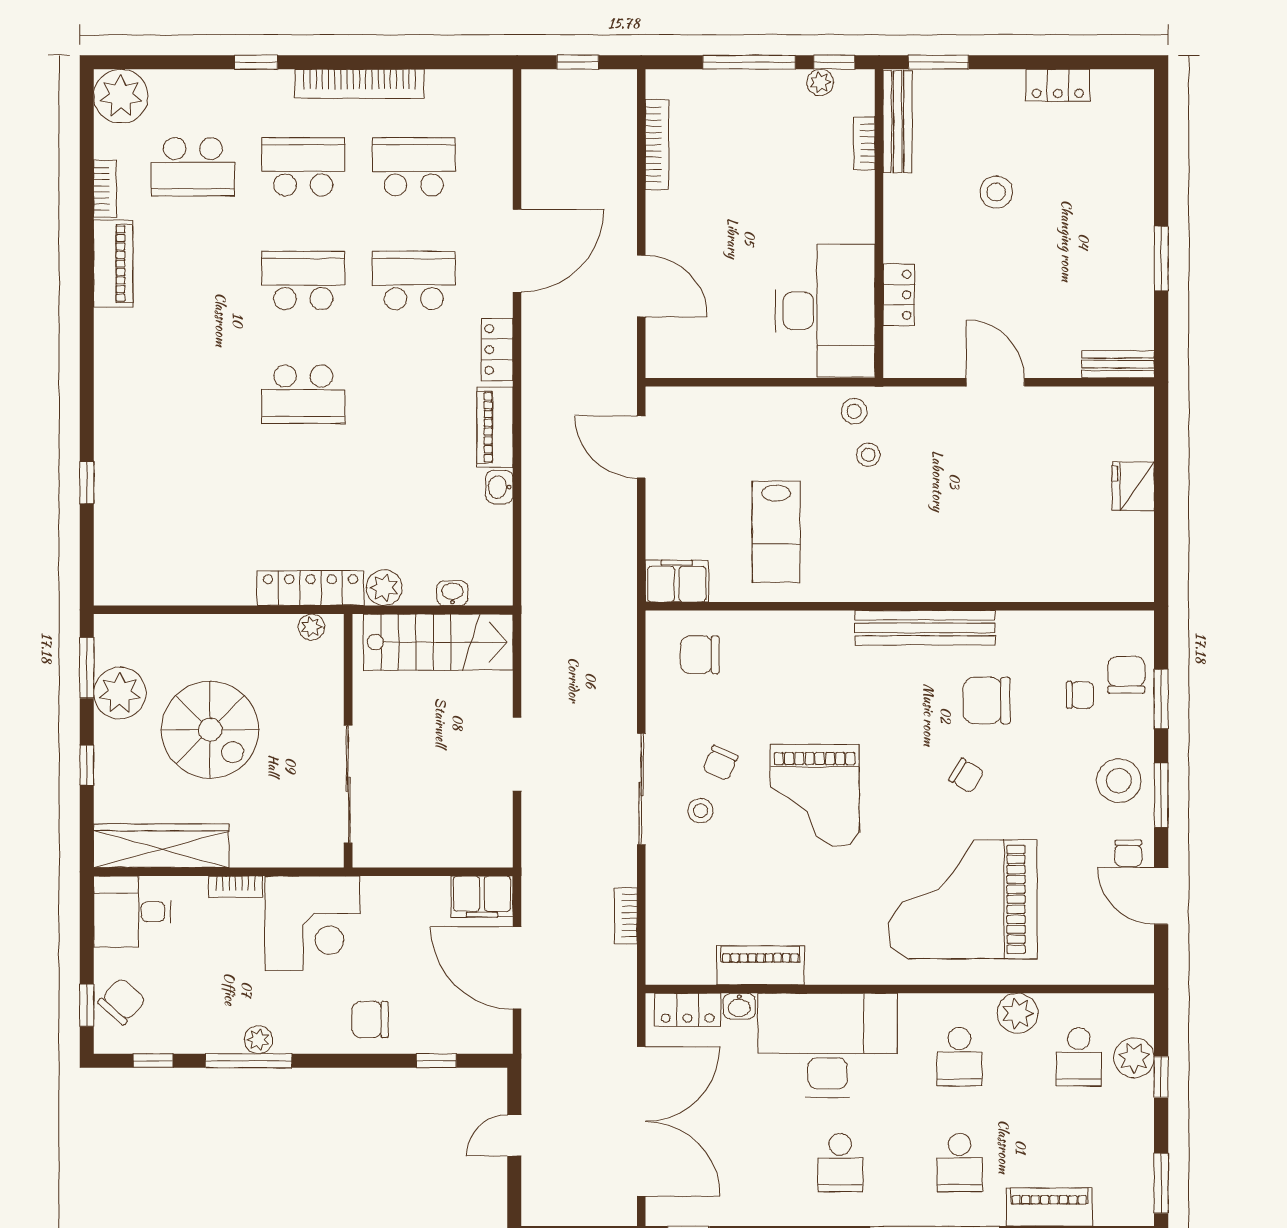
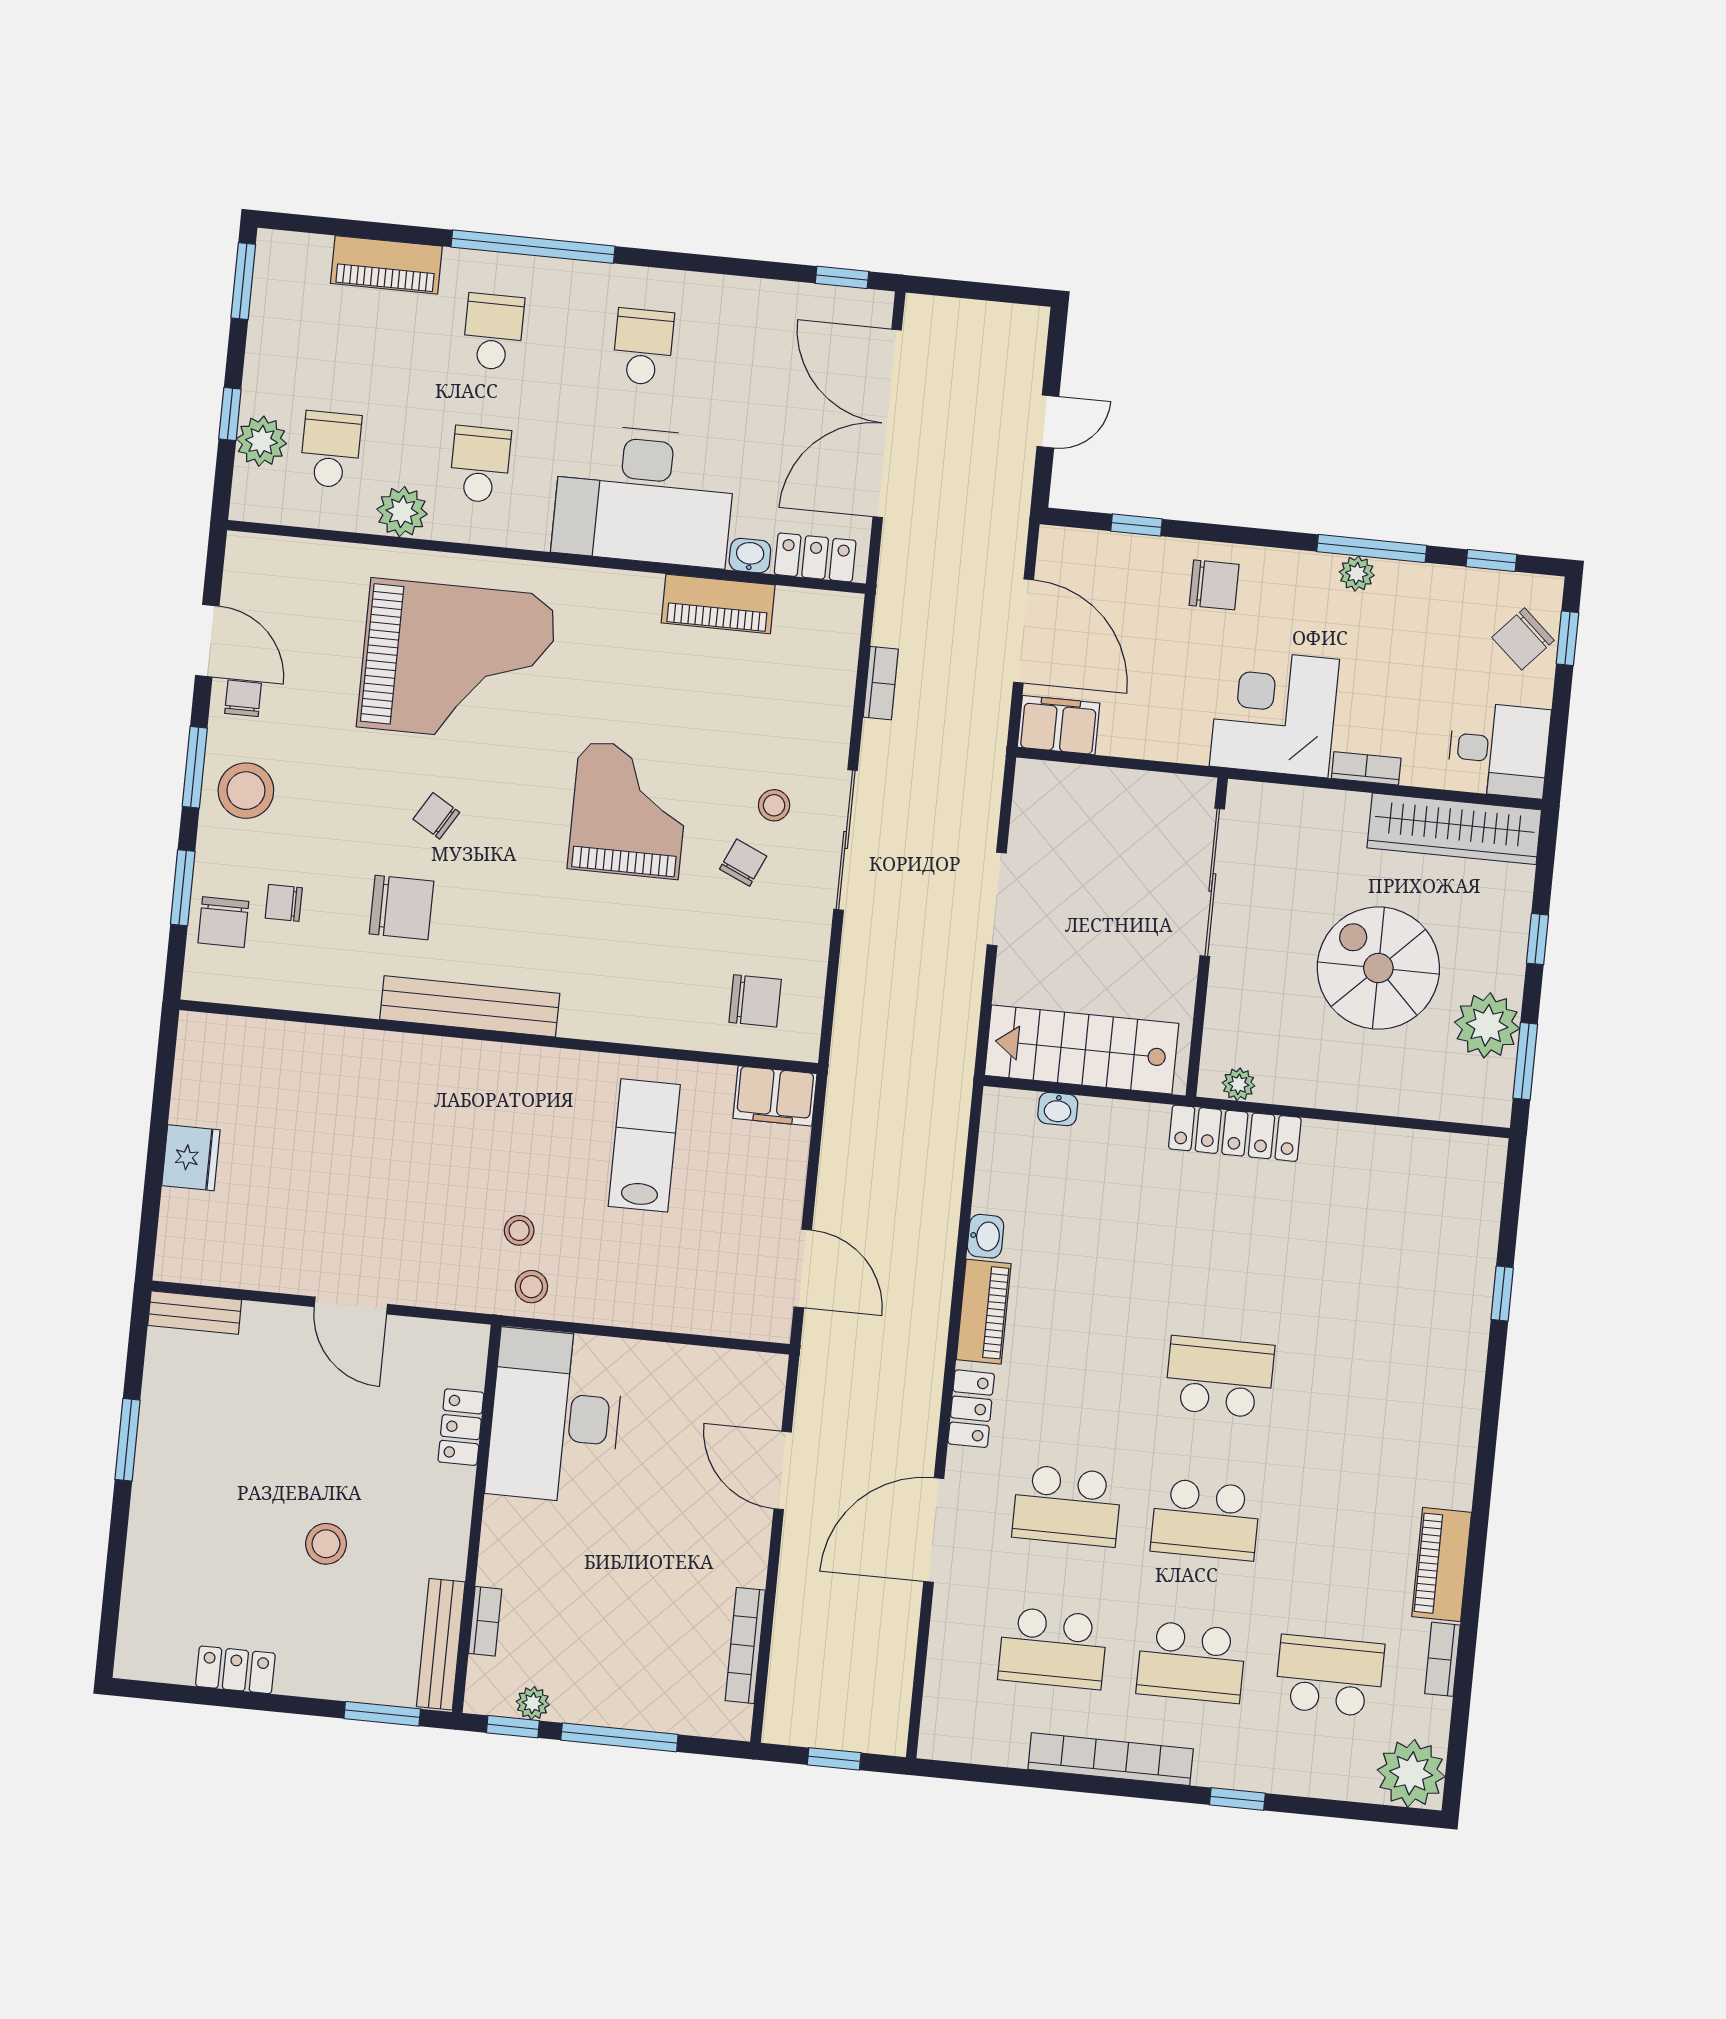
plant: (384, 588) -> (1143, 1124), removed

